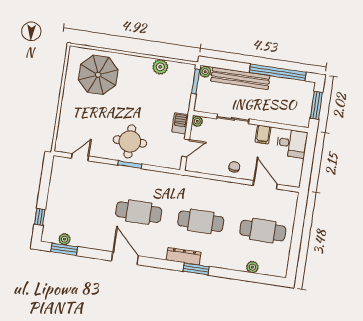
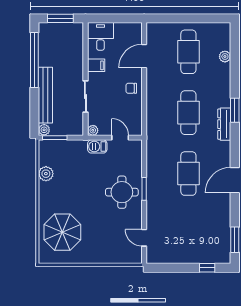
plant: (65, 239) -> (225, 241), removed

